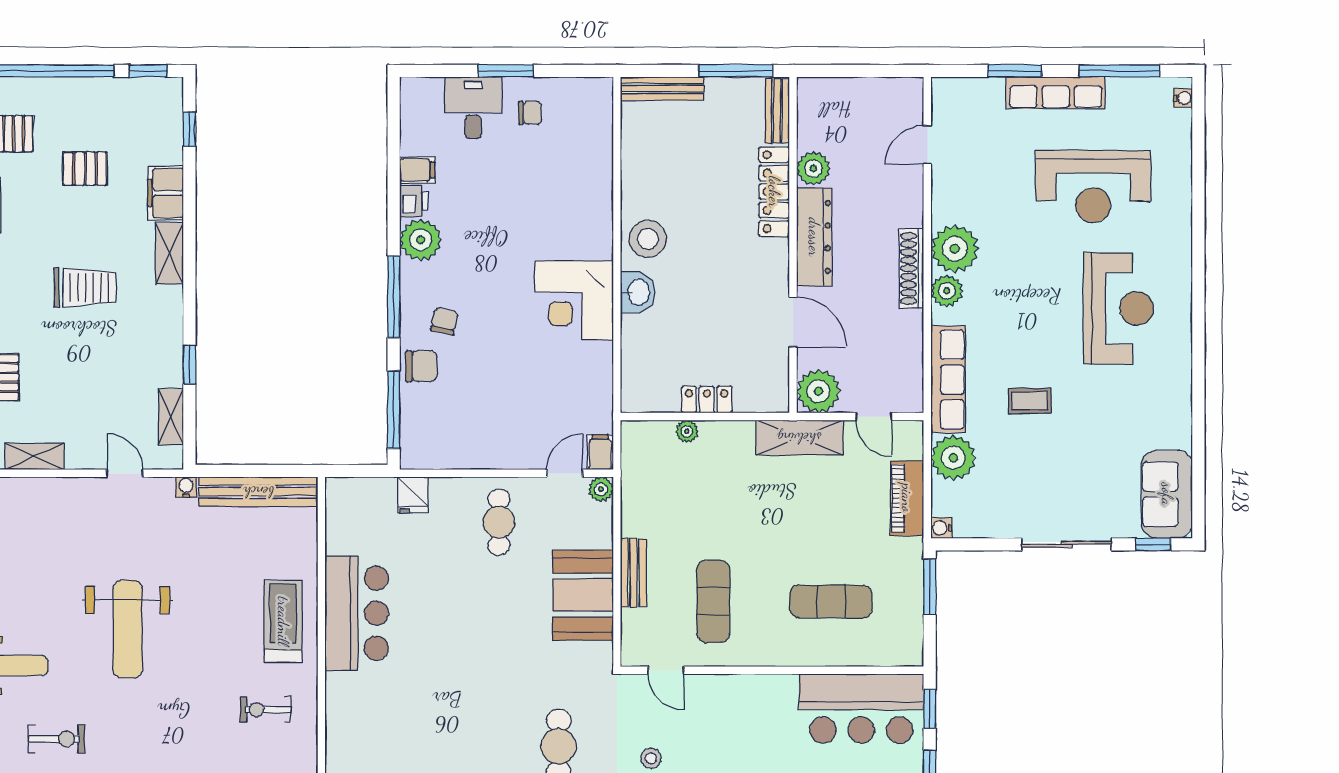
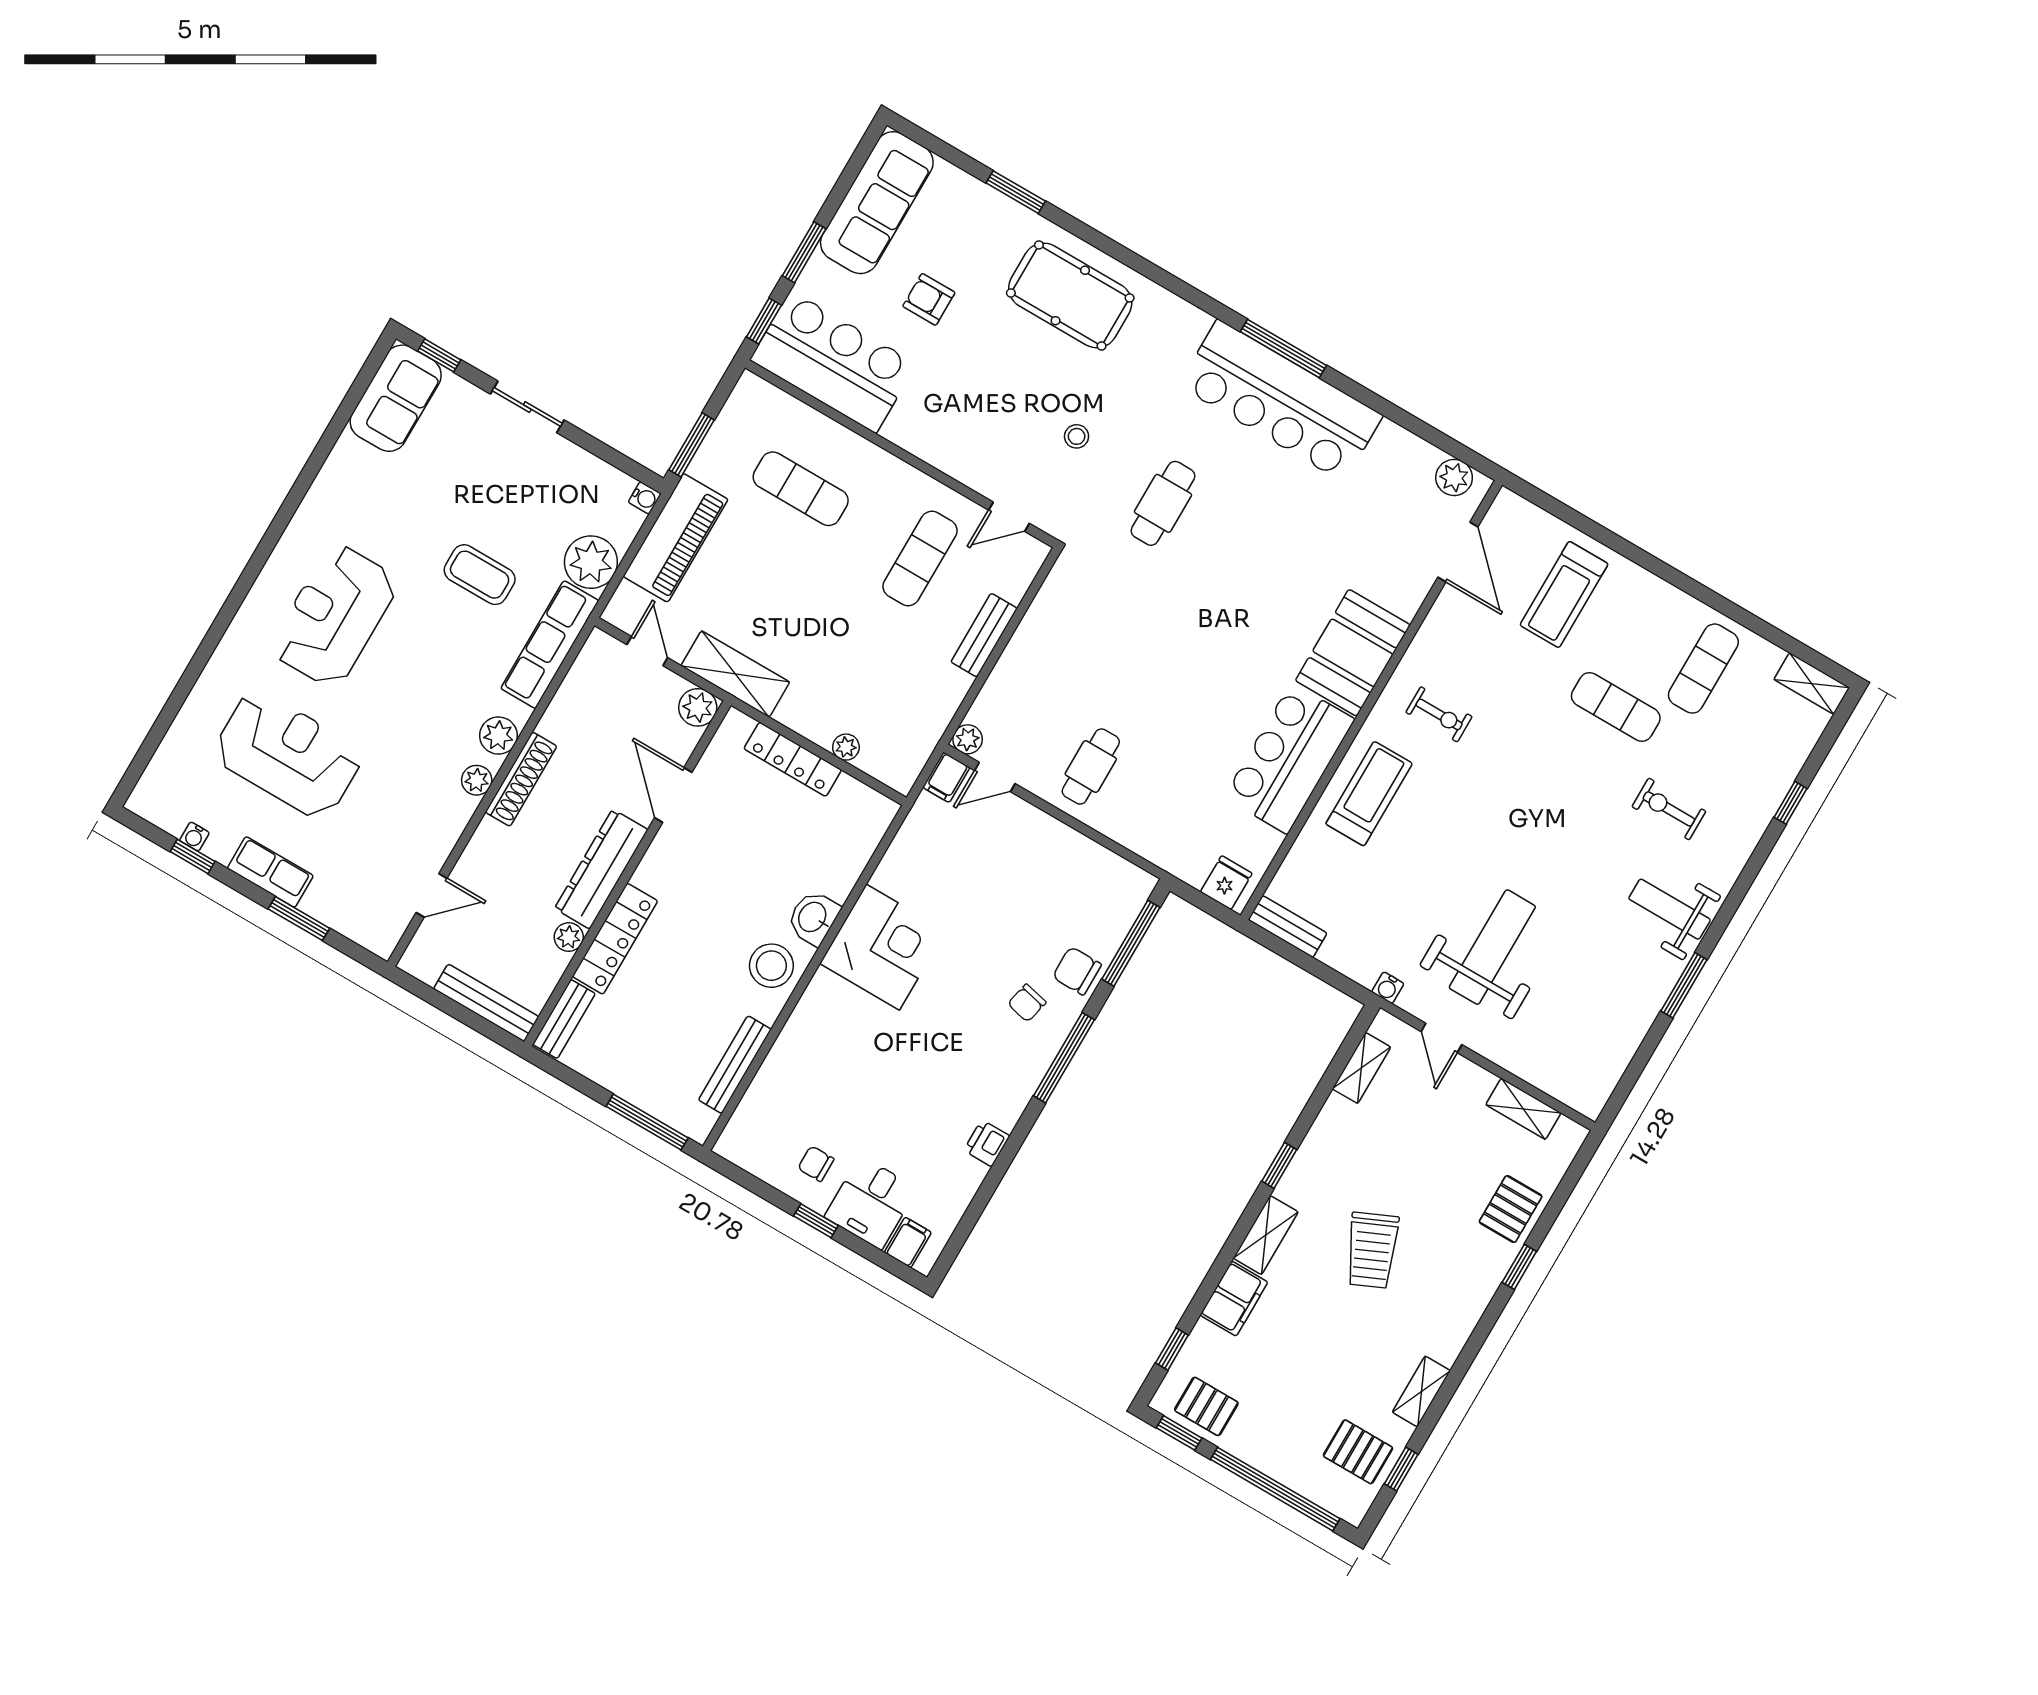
window: (506, 71) -> (816, 1221), width x0.67
window: (736, 71) -> (647, 1122), moved
window: (1119, 71) -> (193, 856), width x0.46
bench: (662, 89) -> (735, 1065), moved, turned 90
bench: (841, 89) -> (486, 1003), added
row of seats: (1056, 93) -> (270, 872), width x0.68
water cooler: (1183, 98) -> (194, 837), moved, turned -90
plant: (813, 168) -> (569, 937), width x0.73, depth x0.73
pallet: (85, 169) -> (1206, 1406), moved
filing cabinet: (417, 170) -> (908, 1242), moved, turned 90
plant: (420, 240) -> (1003, 1100), removed
plant: (955, 249) -> (477, 780), width x0.53, depth x0.53
trolley: (85, 288) -> (1372, 1250), turned -114
window: (189, 365) -> (1279, 1165), moved
plant: (818, 391) -> (698, 707), width x0.73, depth x0.73
locker: (707, 400) -> (793, 759), width x1.53
coffee table: (1030, 401) -> (480, 575), width x1.36, depth x1.30
bench: (258, 492) -> (1288, 926), width x0.54, depth x0.82
fridge: (413, 495) -> (1226, 883), moved
piano: (907, 498) -> (676, 538), width x1.37, depth x1.33
sliding door: (1067, 544) -> (527, 407), width x0.73
booth: (583, 595) -> (1353, 653), moved
treadmill: (283, 621) -> (1369, 794), turned 180
weight bench: (128, 629) -> (1492, 947), moved
door: (666, 670) -> (1009, 517), swing flipped

